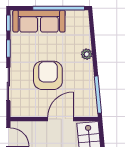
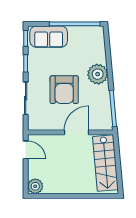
sofa: (39, 21) -> (49, 37), width x0.73
plant: (87, 54) -> (98, 74), width x1.87, depth x1.87
armchair: (48, 75) -> (64, 90), turned 180

